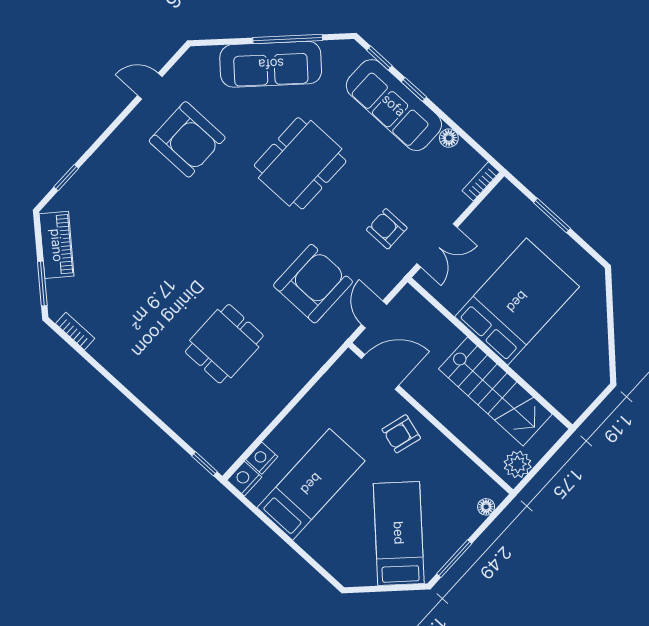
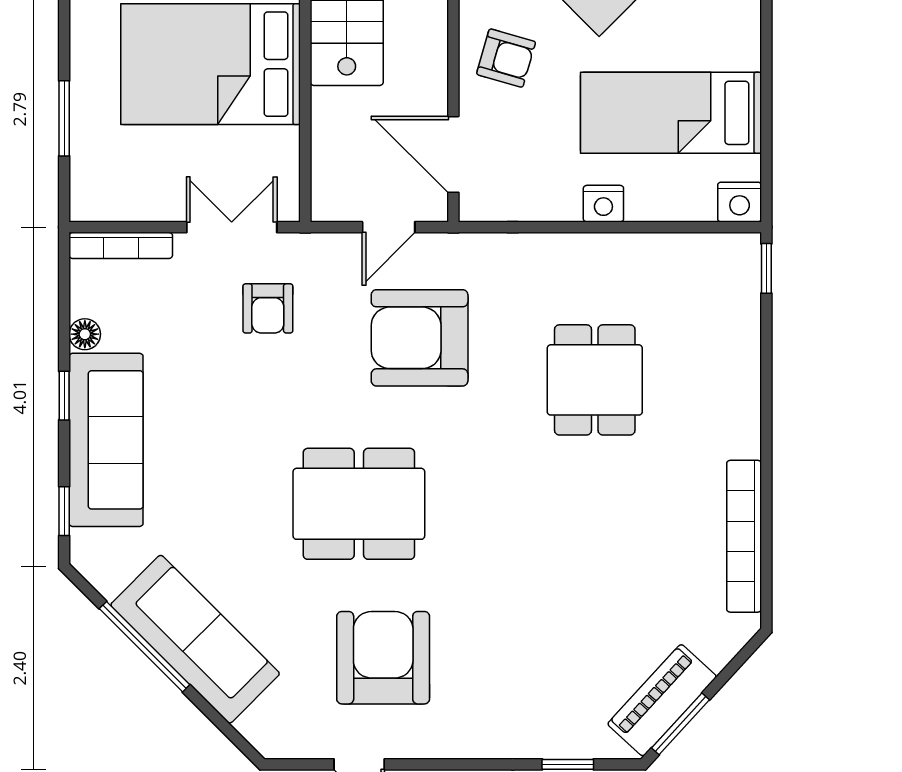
window: (414, 89) -> (64, 396), moved
dining table: (300, 163) -> (359, 504), moved
bookcase: (481, 181) -> (121, 245), width x1.56
window: (42, 284) -> (680, 724), moved
bookcase: (75, 331) -> (744, 536), width x2.31, depth x1.31
dining table: (224, 344) -> (595, 380), turned 90
nightstand: (262, 458) -> (603, 204), moved

